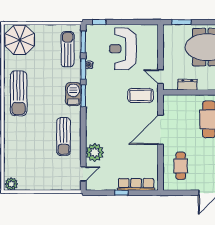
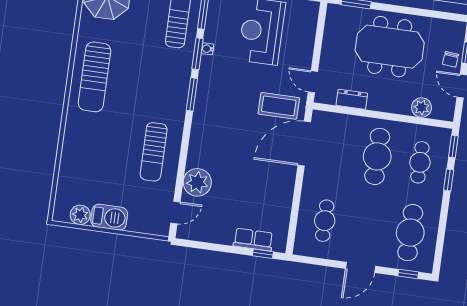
barbecue: (73, 94) -> (109, 217), moved, turned 90
door: (160, 130) -> (304, 144), moved
plant: (11, 184) -> (80, 215), moved
row of seats: (136, 184) -> (253, 240), width x0.68
window: (121, 193) -> (263, 254), moved

